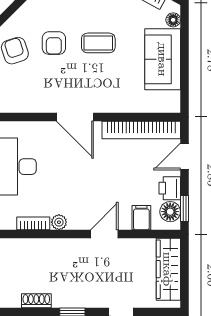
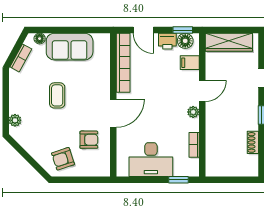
armchair: (54, 43) -> (89, 140), moved
plant: (59, 222) -> (193, 112), moved
door: (104, 234) -> (202, 91), swing flipped

